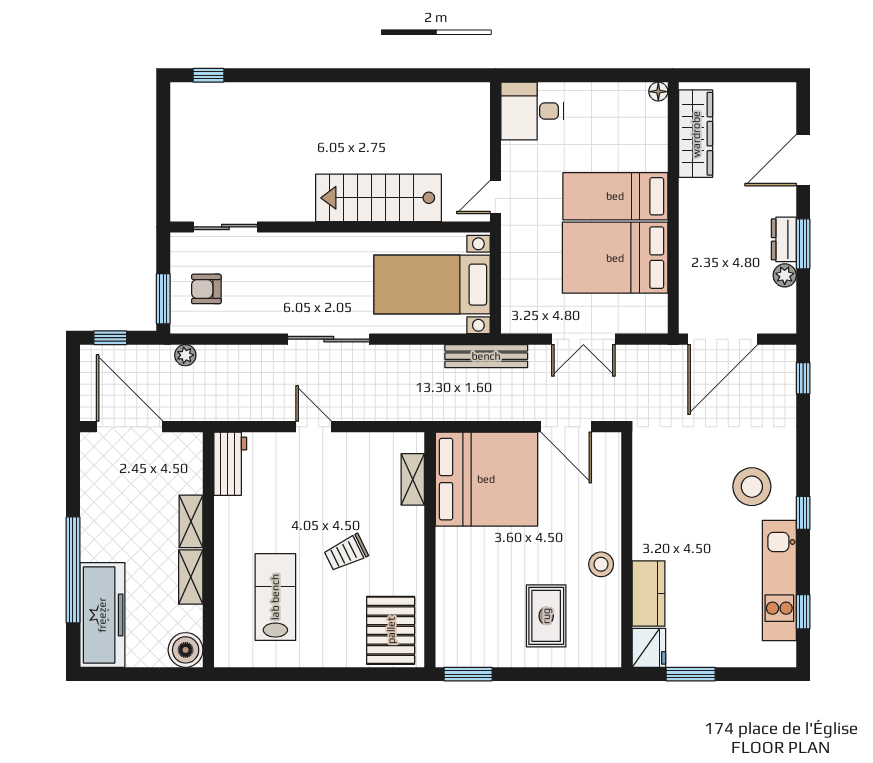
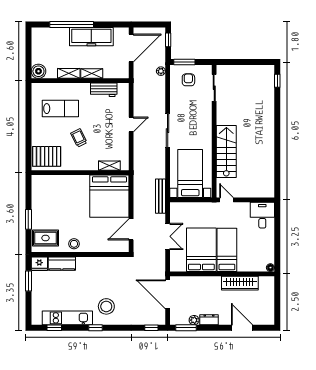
wardrobe: (696, 134) -> (240, 283), moved
window: (803, 244) -> (186, 328), moved
double door: (583, 339) -> (168, 236), swing flipped
workbench: (230, 464) -> (104, 90), moved
freezer: (102, 615) -> (91, 37), moved
rug: (546, 616) -> (46, 238), moved
window: (468, 674) -> (28, 219), moved

